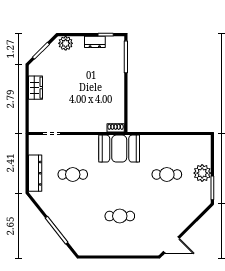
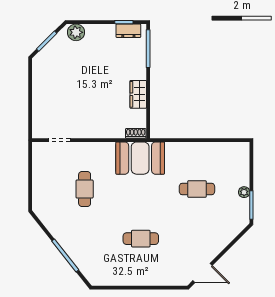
dresser: (95, 42) -> (128, 31), moved
wardrobe: (35, 88) -> (138, 94), moved, turned 180
dresser: (35, 173) -> (40, 188), removed
plant: (202, 173) -> (244, 192), width x0.53, depth x0.53
cafe table: (73, 174) -> (85, 189), turned 90

